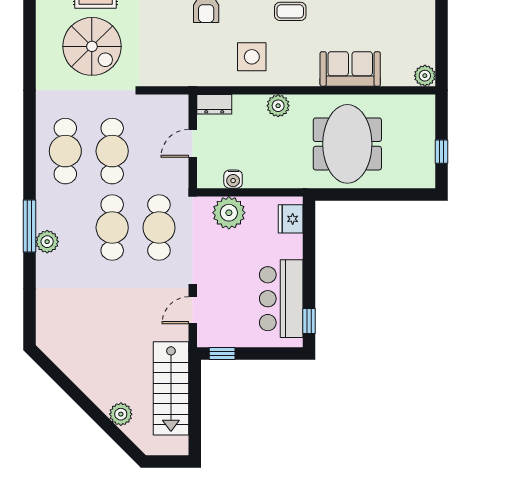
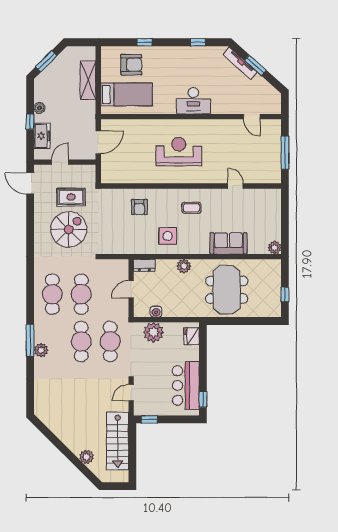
spiral stairs: (92, 46) -> (69, 229), turned -90

